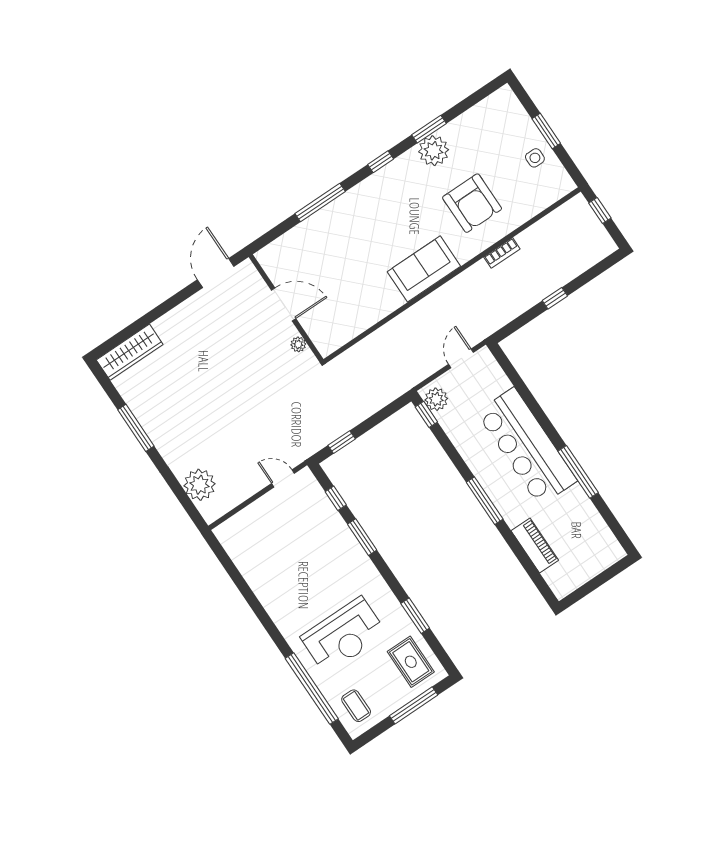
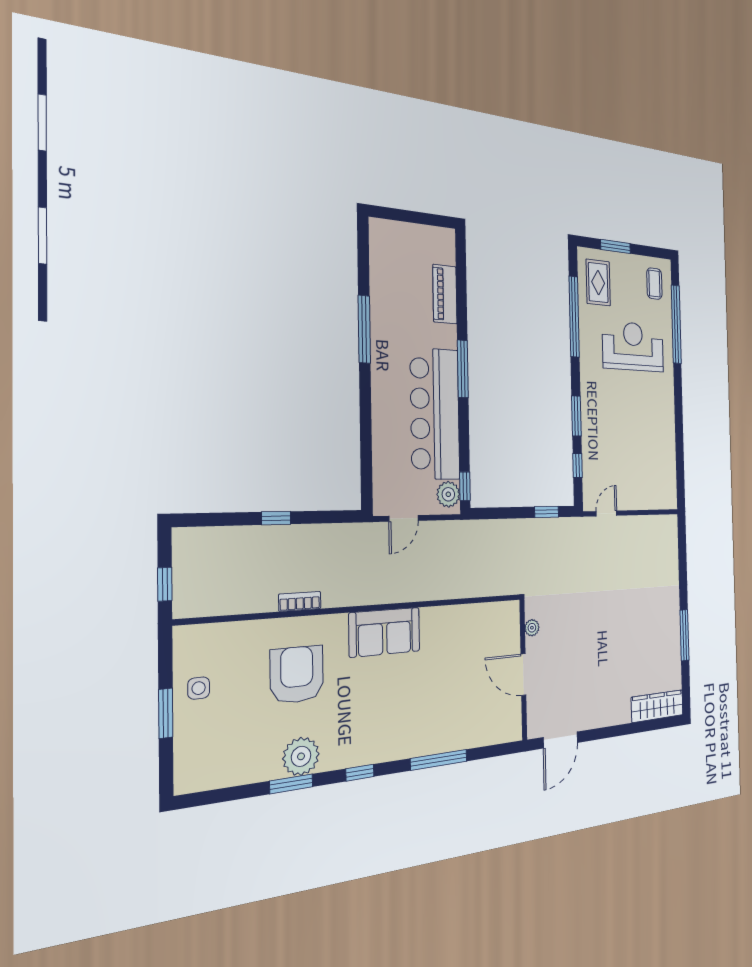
bar counter: (527, 447) -> (435, 414), moved, turned 180
door: (283, 478) -> (606, 513), swing flipped
plant: (200, 485) -> (666, 554), removed
window: (415, 616) -> (574, 317), width x2.11
window: (414, 705) -> (615, 247), width x0.69

